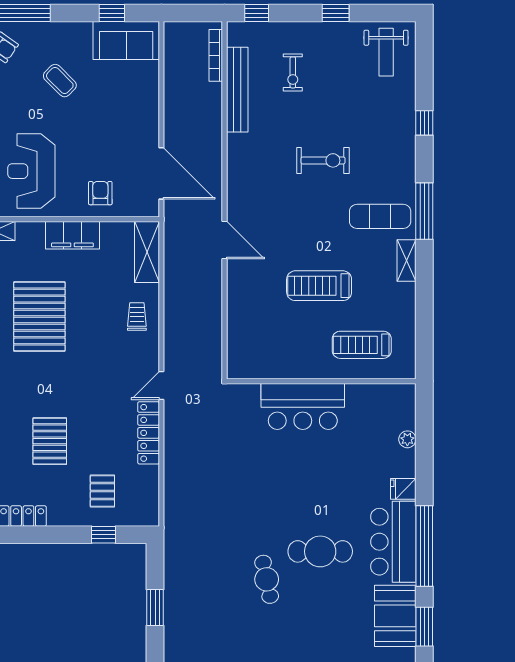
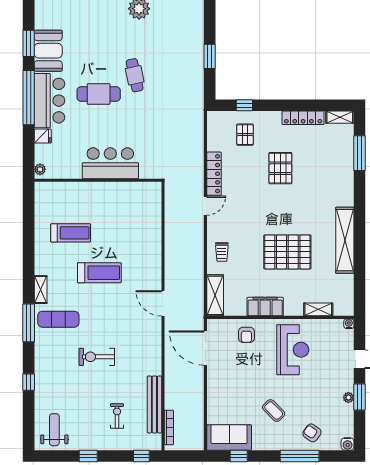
pallet: (39, 317) -> (287, 252), turned 90
wall: (321, 381) -> (98, 180), moved
bar counter: (303, 406) -> (110, 163), moved

